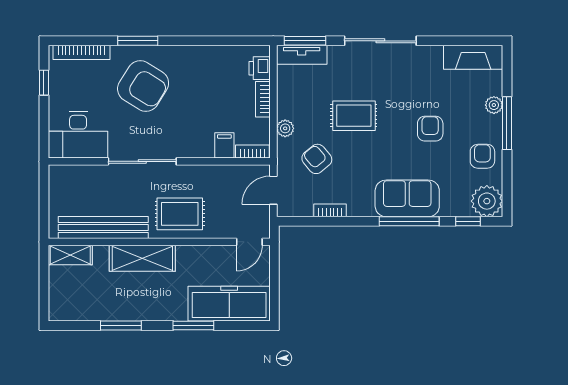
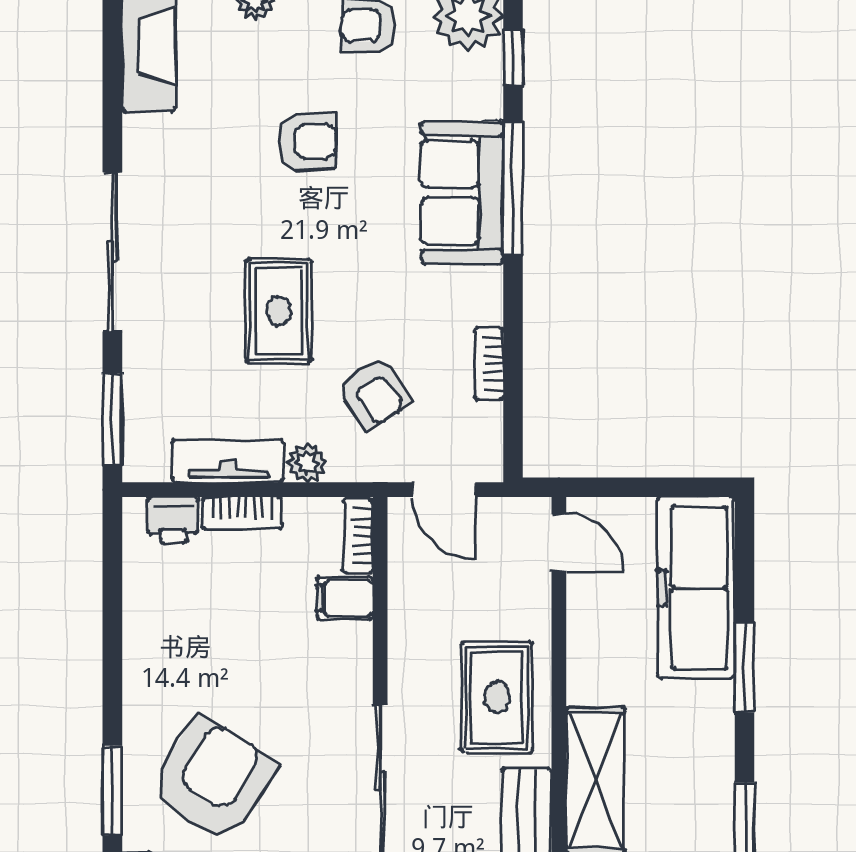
tv unit: (302, 55) -> (228, 461), moved, turned -90
armchair: (430, 129) -> (307, 141), turned 180
armchair: (317, 159) -> (375, 393), turned -84

